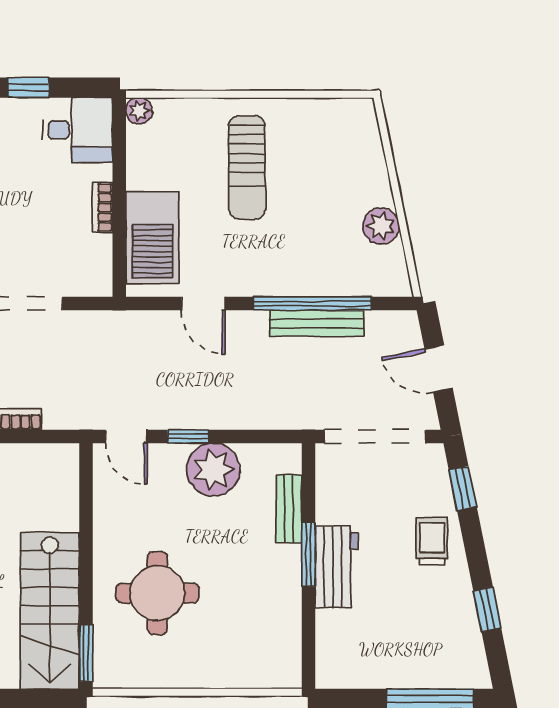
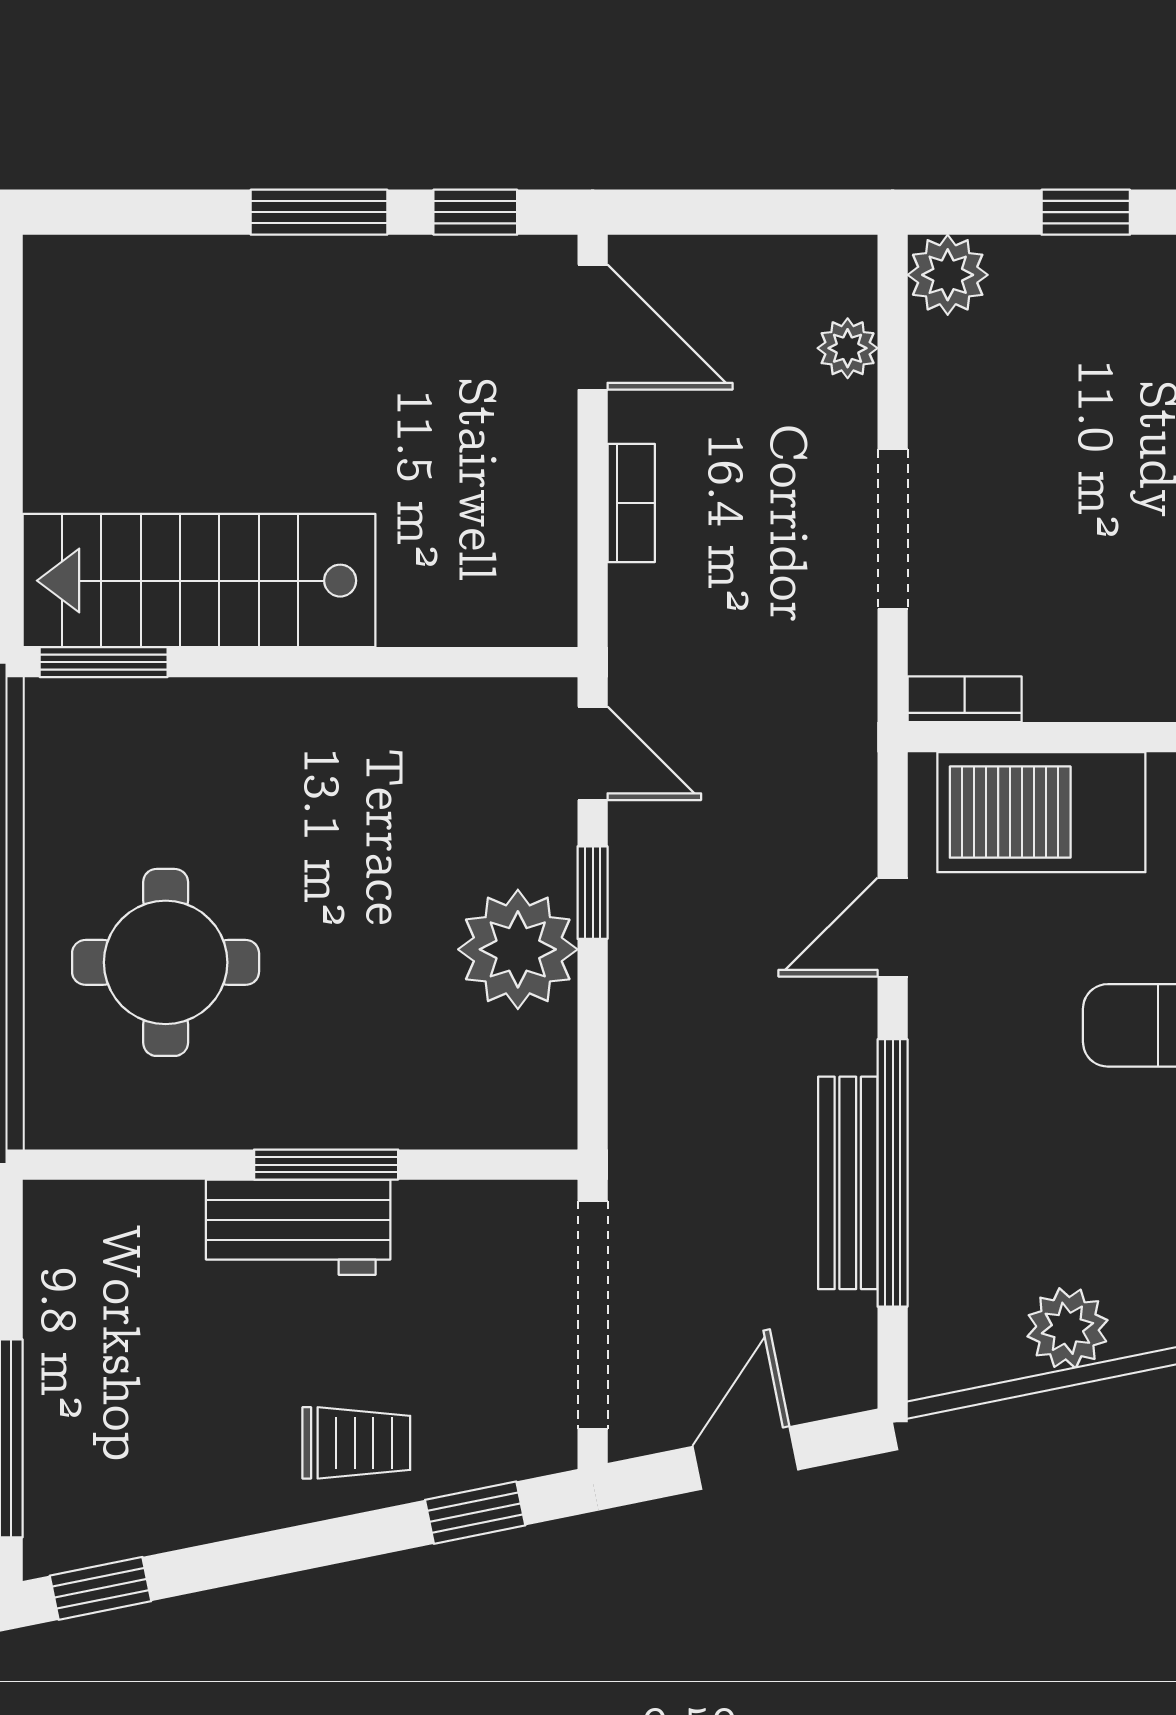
bookcase: (102, 207) -> (965, 699), moved
door: (126, 436) -> (593, 753), swing flipped
bench: (289, 509) -> (429, 1120), removed
round table: (157, 593) -> (166, 962), moved
window: (487, 609) -> (100, 1588), moved

